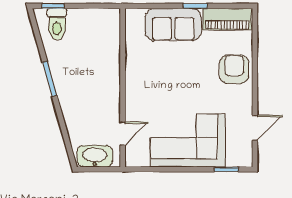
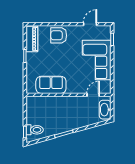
sofa: (173, 24) -> (51, 85), moved, turned -90
door: (255, 128) -> (90, 24), hinge flipped
door: (123, 134) -> (93, 95), hinge flipped

